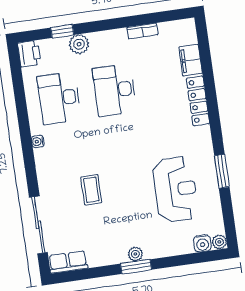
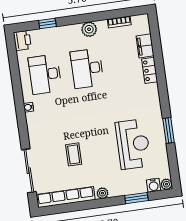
bookcase: (142, 31) -> (119, 22), moved
plant: (79, 44) -> (89, 29), moved
locker: (198, 101) -> (150, 70), width x0.66
coffee table: (91, 190) -> (74, 154), moved
row of seats: (68, 262) -> (66, 197), width x2.02
window: (136, 267) -> (136, 198), moved

